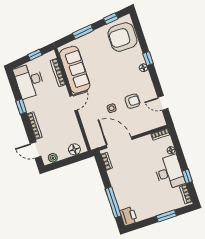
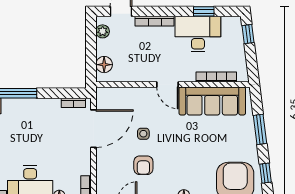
window: (35, 55) -> (248, 34), moved
desk: (29, 81) -> (198, 34), moved
window: (21, 107) -> (204, 11), moved

